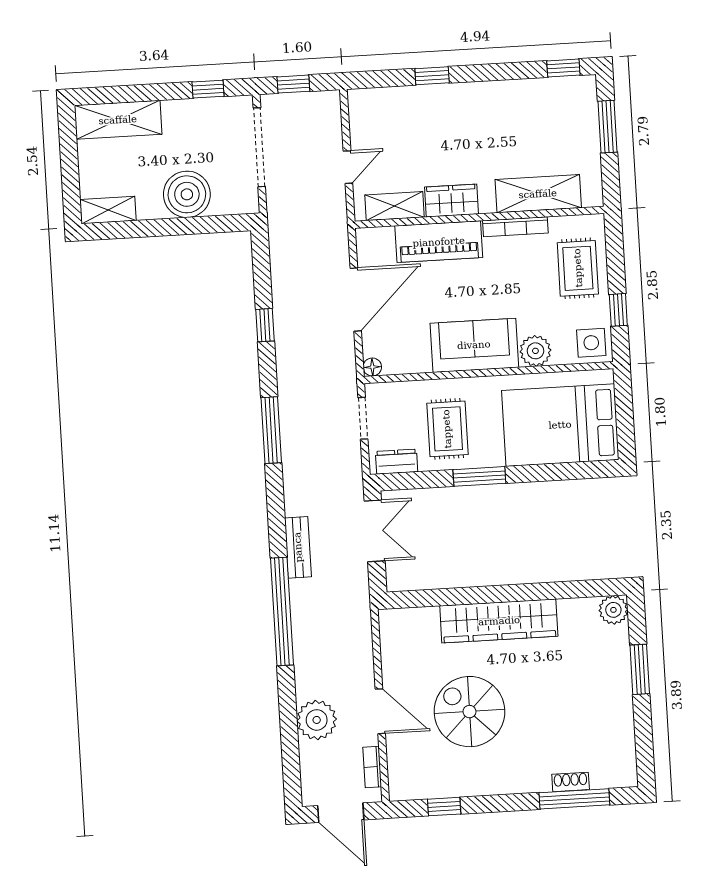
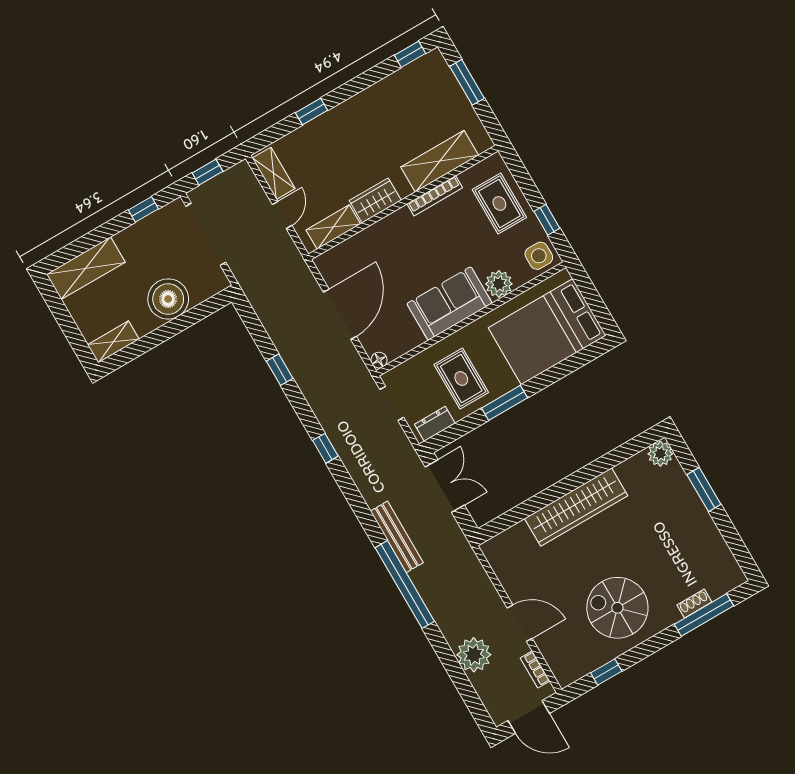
shelving: (361, 120) -> (274, 173), added
piano: (439, 242) -> (381, 237), removed
window: (271, 430) -> (325, 448), width x0.46
bench: (298, 547) -> (397, 537), width x1.36
spiral stairs: (469, 712) -> (617, 608), moved

